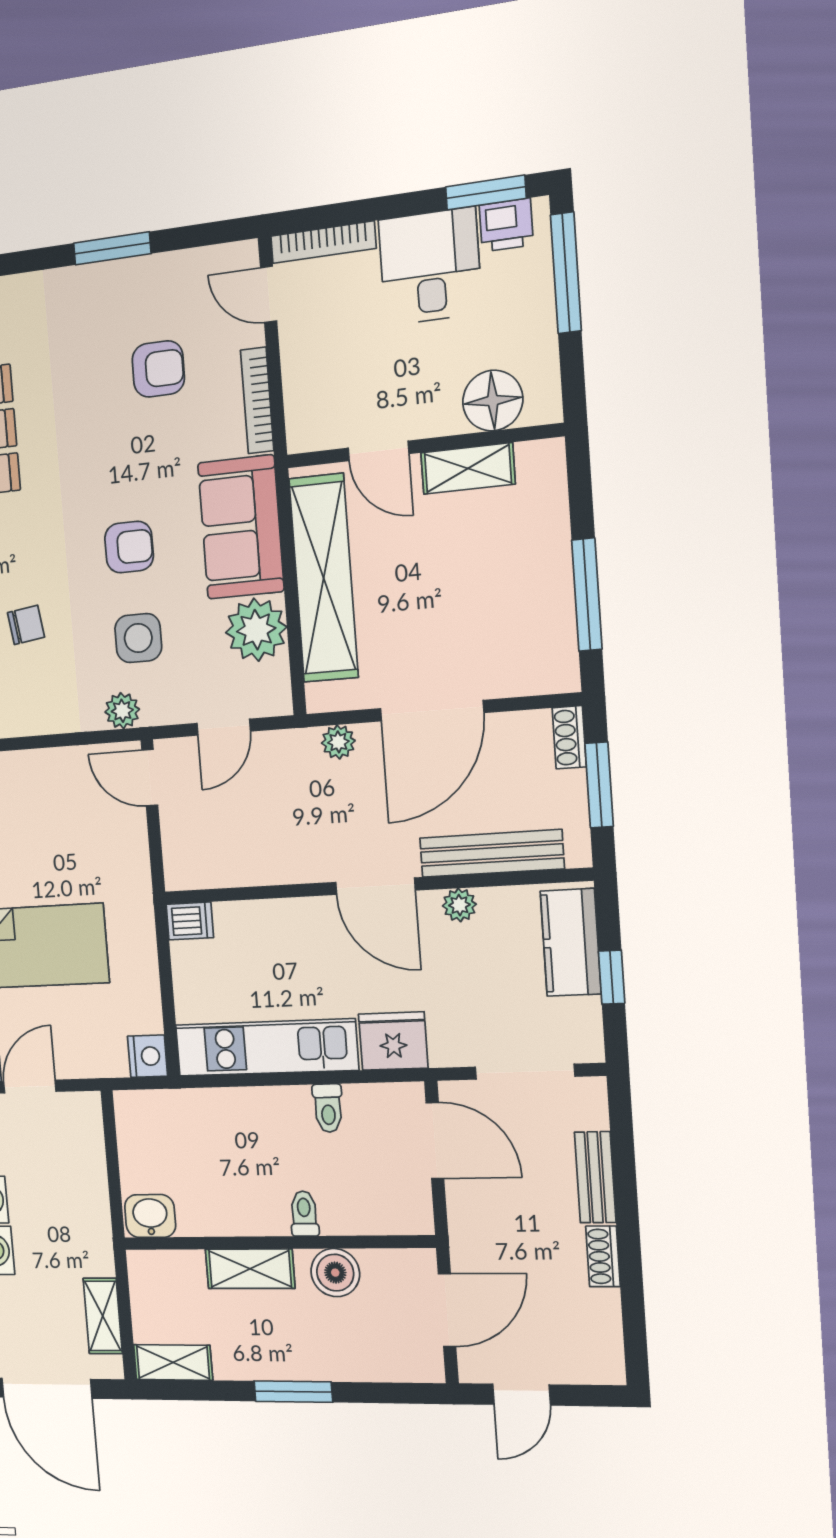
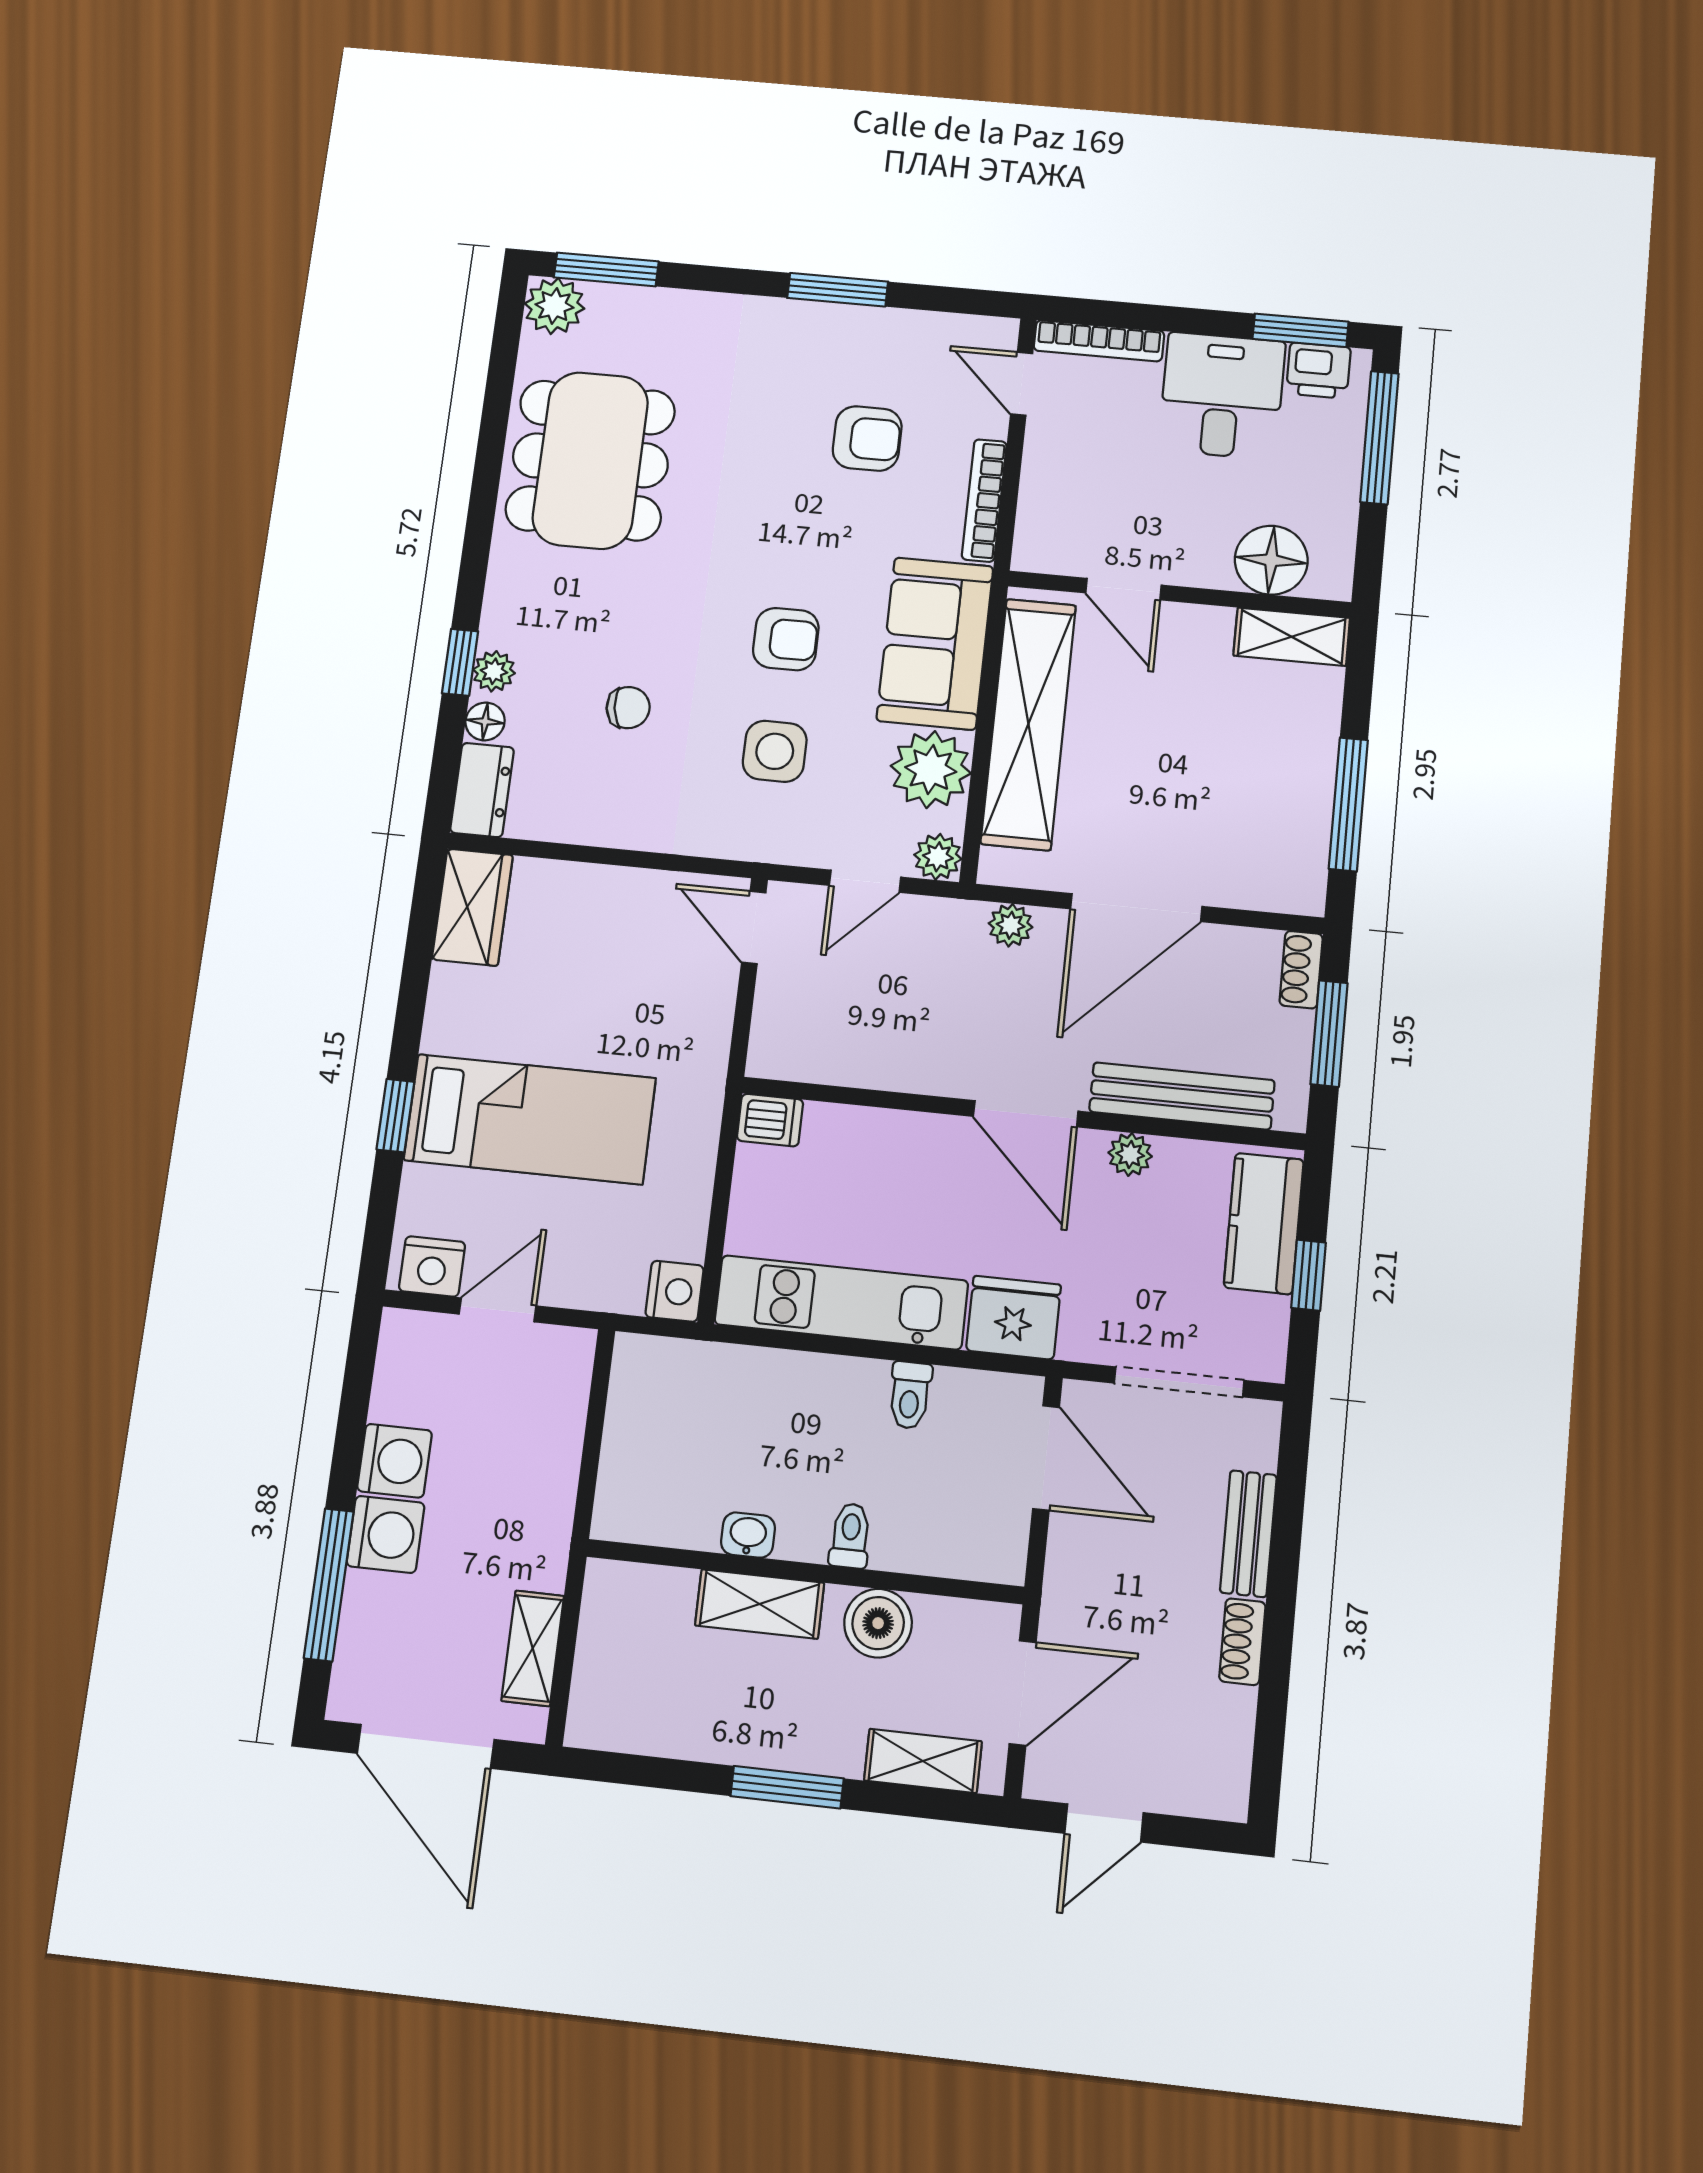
shelving: (468, 468) -> (1292, 637), moved
plant: (122, 711) -> (938, 857), moved
washbasin: (150, 1216) -> (748, 1535), moved, width x0.72, depth x0.69
shelving: (173, 1362) -> (923, 1761), moved

